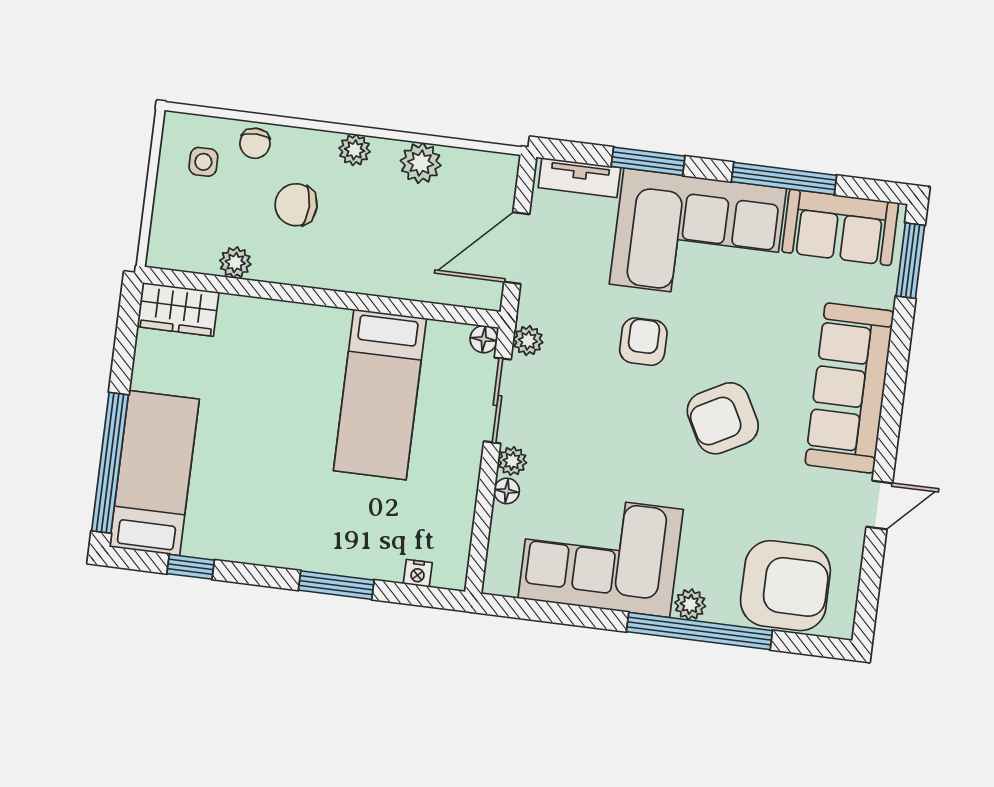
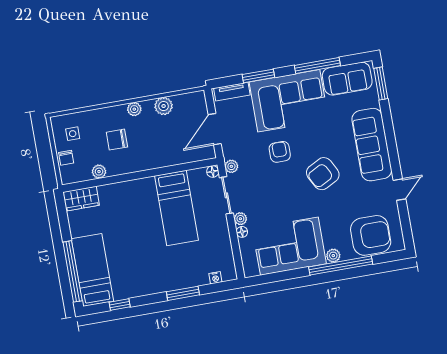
chair: (255, 143) -> (66, 158), moved

